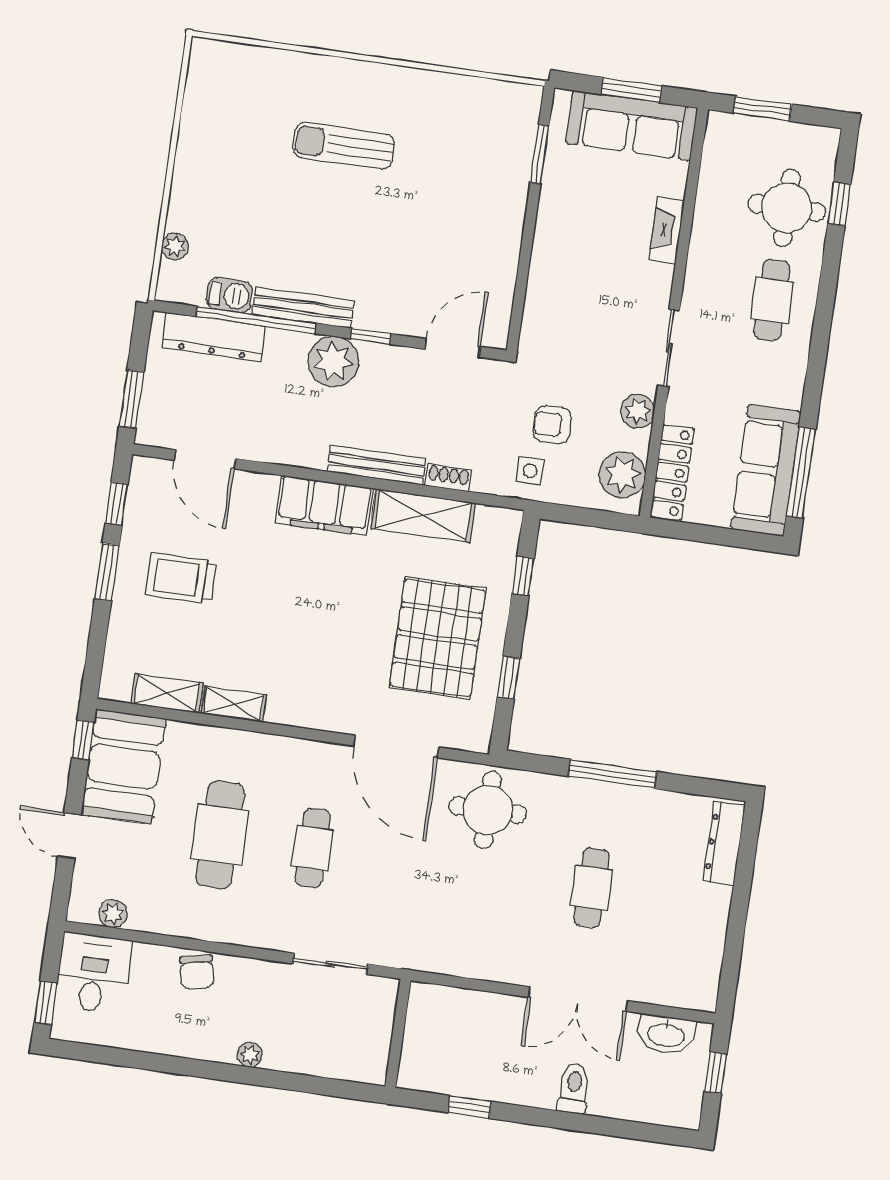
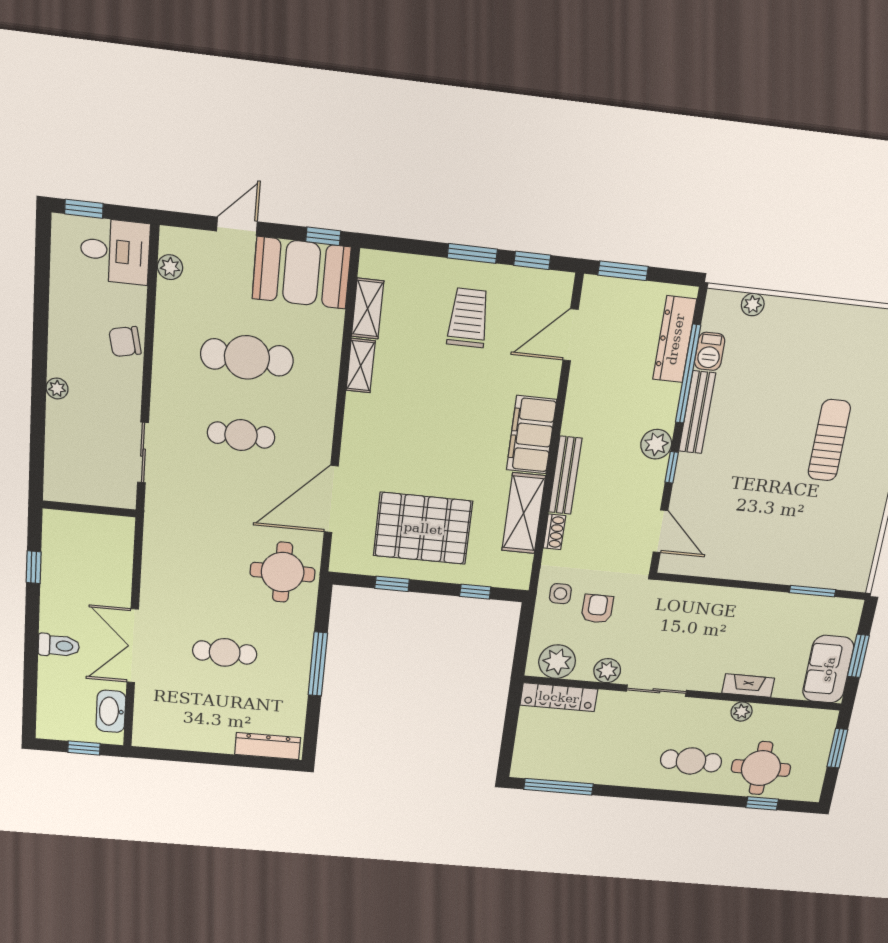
sofa: (632, 125) -> (828, 669), width x0.73
plant: (703, 237) -> (742, 712), added
plant: (333, 361) -> (656, 444), width x0.73, depth x0.73
sofa: (766, 470) -> (560, 763), removed

